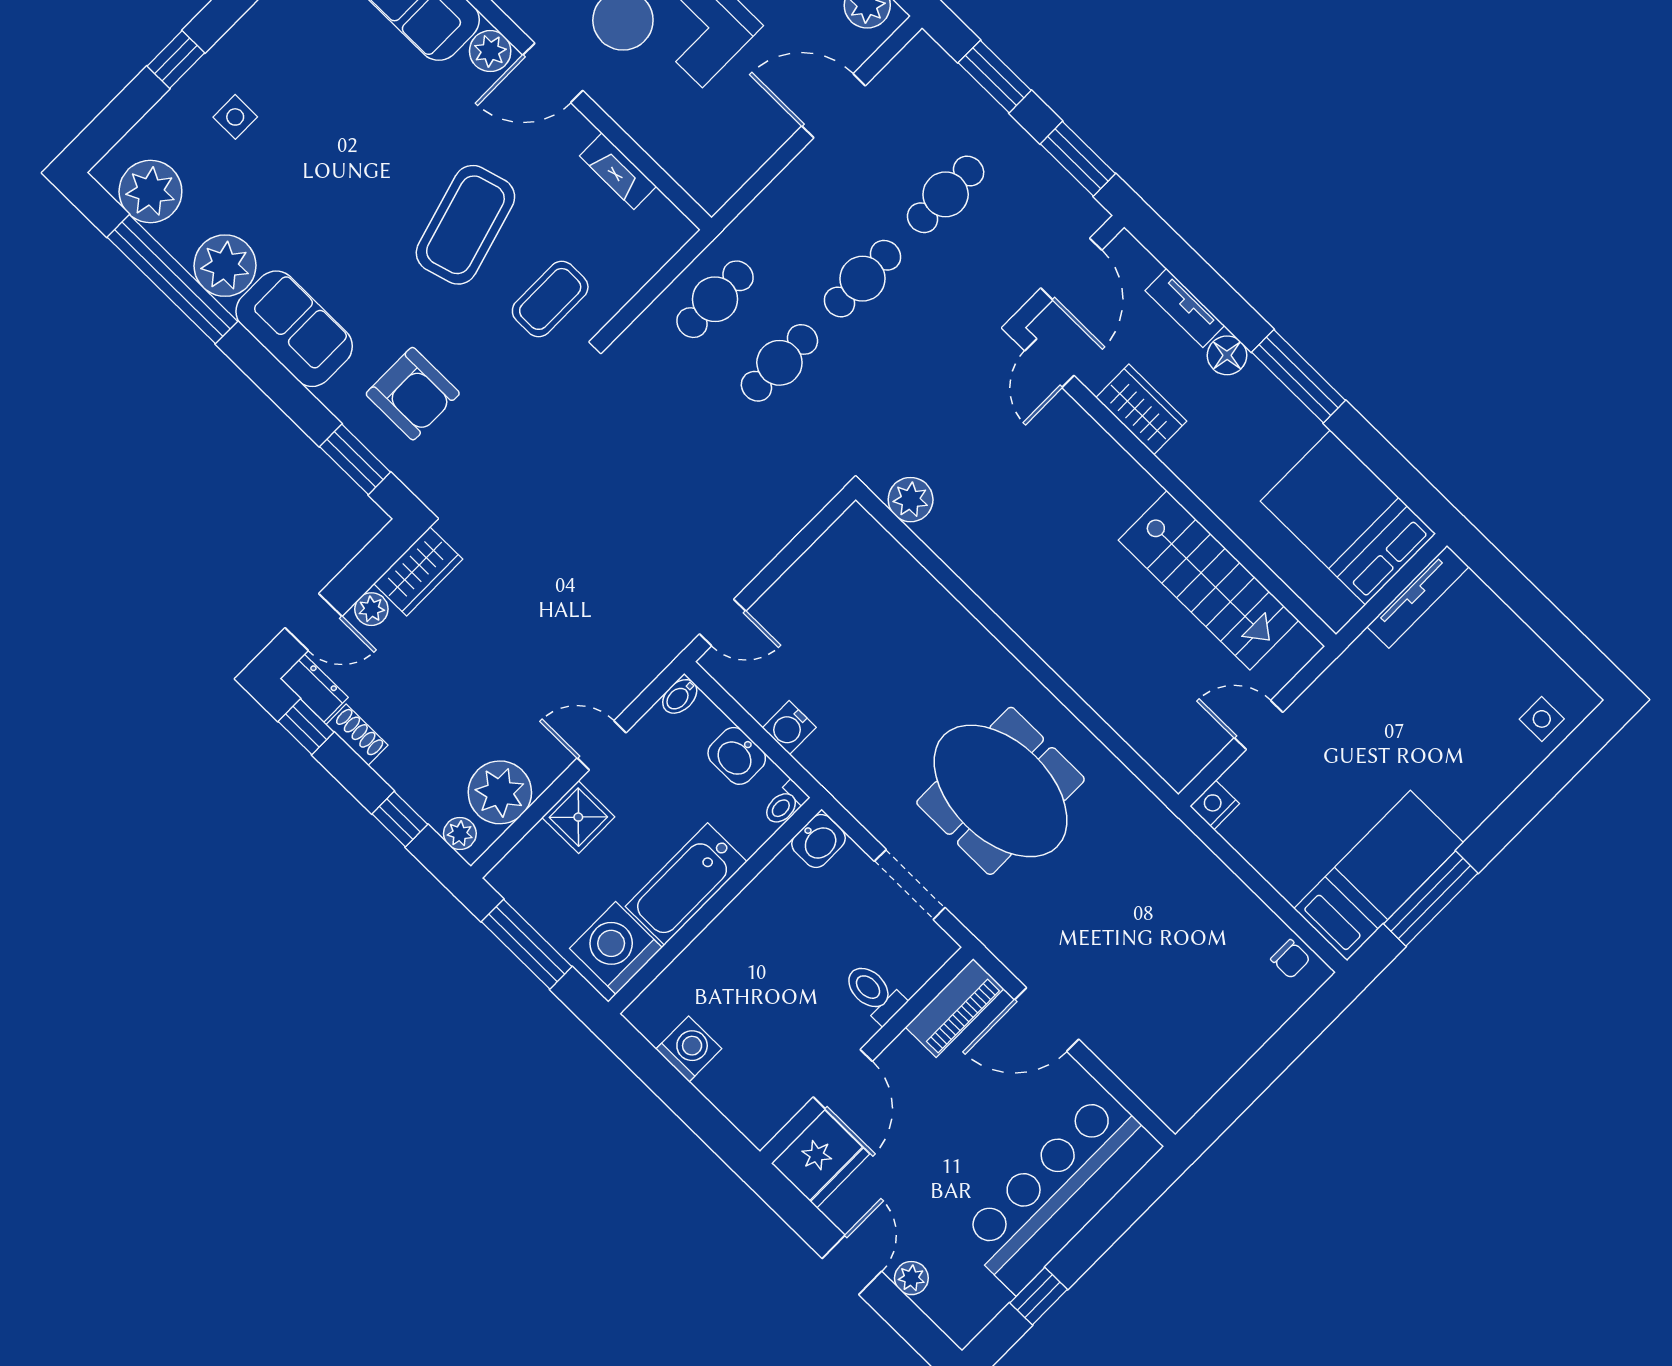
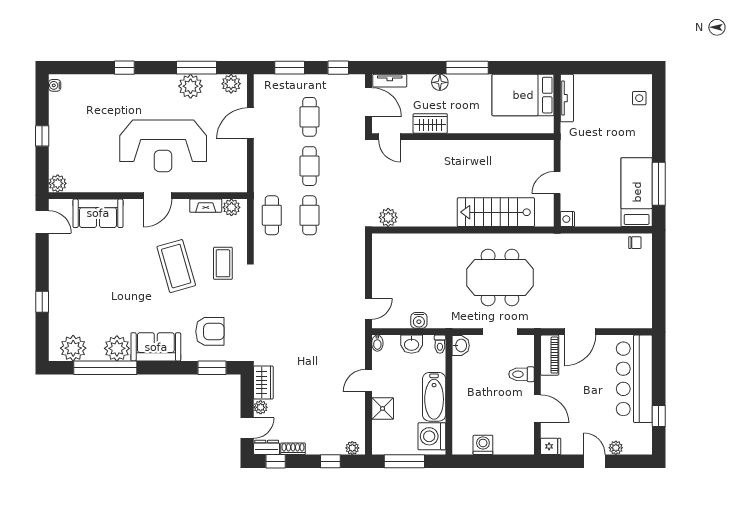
plant: (490, 51) -> (231, 207), moved
side table: (235, 117) -> (77, 301), removed
window: (1078, 159) -> (338, 68), width x0.67
tv unit: (1185, 308) -> (390, 81), moved
stairs: (1209, 580) -> (496, 212), moved, turned 180
plant: (500, 792) -> (352, 424), removed
fridge: (820, 1159) -> (551, 446), width x0.53, depth x0.75

